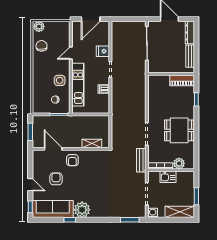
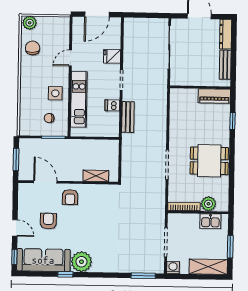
bench: (141, 160) -> (128, 117), moved
kitchen sink: (168, 177) -> (210, 221), moved

